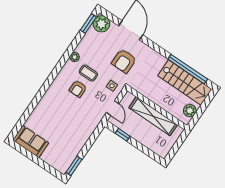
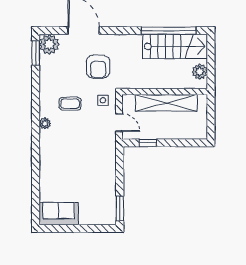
plant: (75, 57) -> (45, 123), moved
armchair: (78, 89) -> (70, 127), removed

